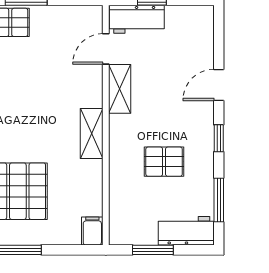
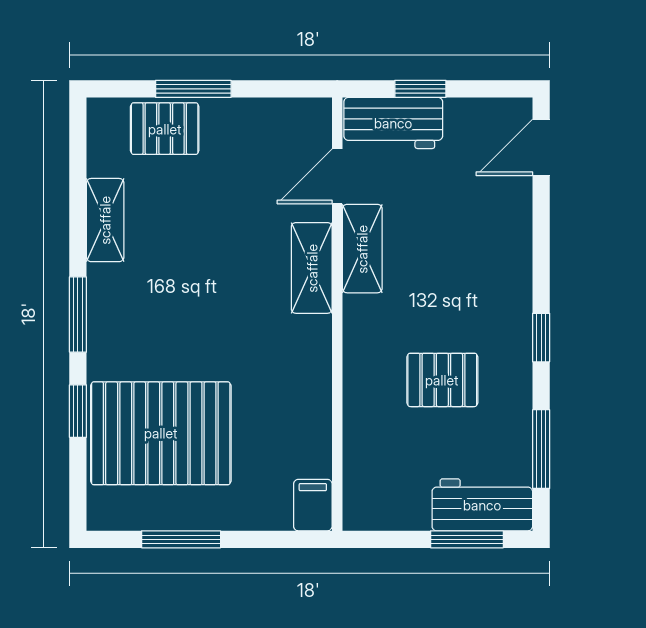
door: (219, 85) -> (541, 147), moved
shelving: (92, 134) -> (312, 268), moved
window: (153, 250) -> (467, 539), moved

